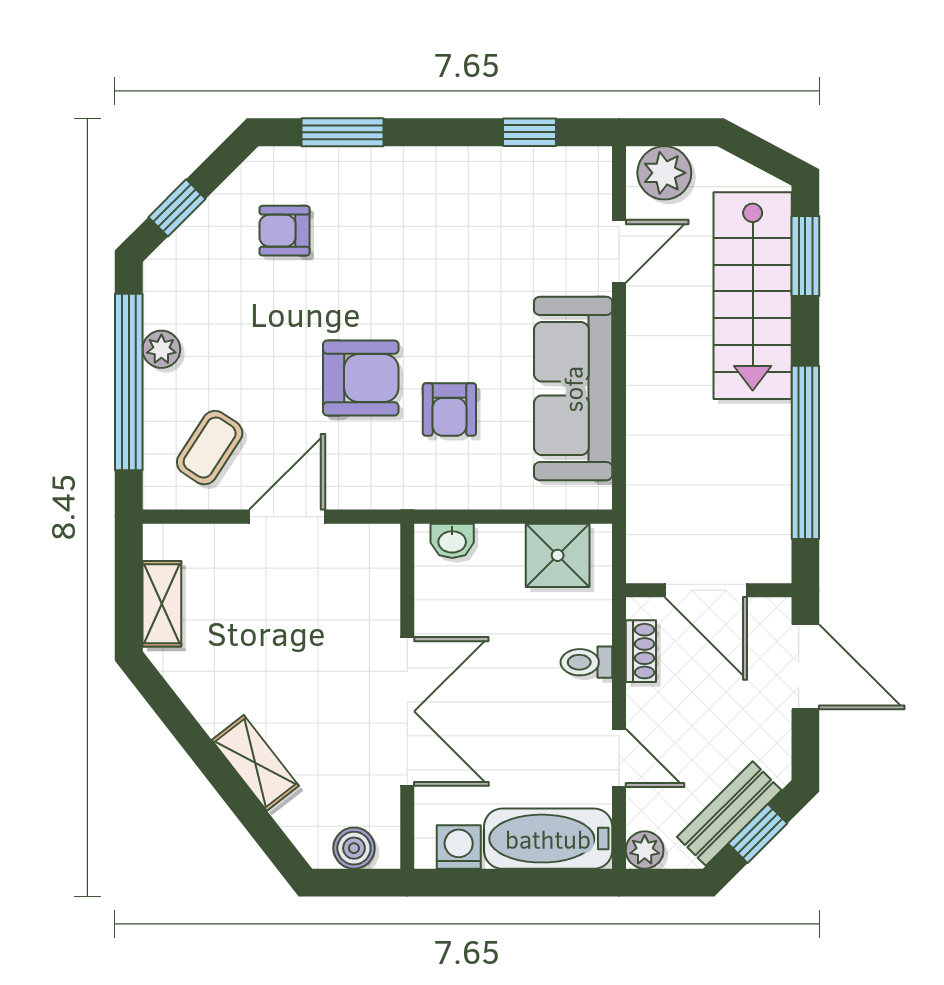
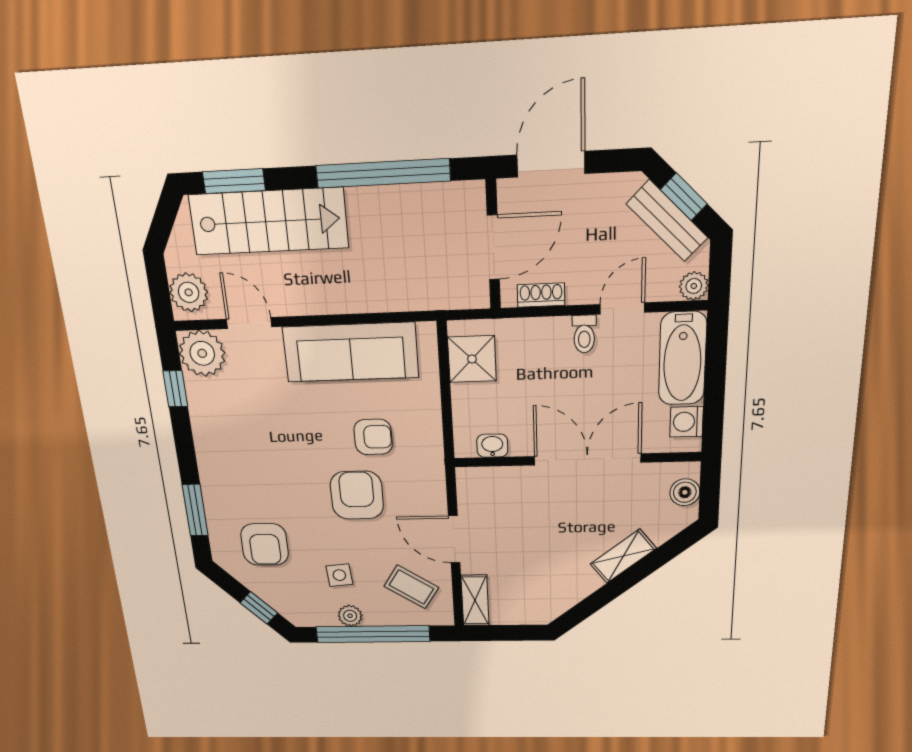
plant: (579, 179) -> (202, 353), added
armchair: (284, 231) -> (265, 544), width x1.38, depth x1.38
side table: (231, 339) -> (339, 575), added
washbasin: (452, 541) -> (492, 446), moved, turned -90
shelving: (162, 604) -> (475, 600), moved, turned 90
toilet: (586, 662) -> (584, 334), moved

